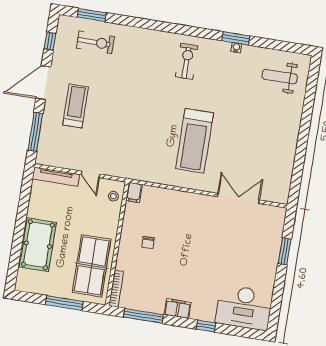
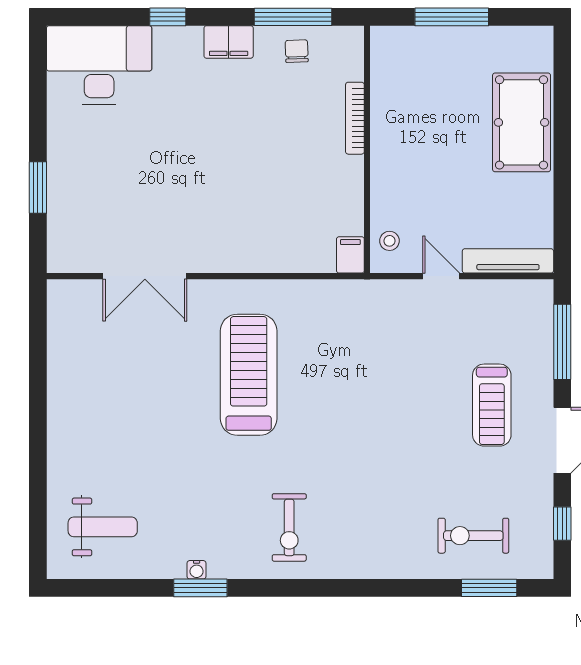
chair: (148, 243) -> (297, 51), moved
table tennis table: (92, 266) -> (410, 98), removed
bookcase: (116, 288) -> (355, 118), moved

